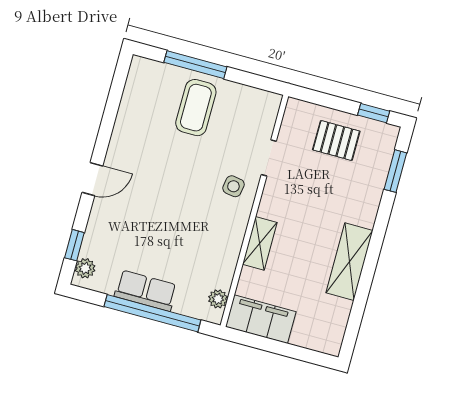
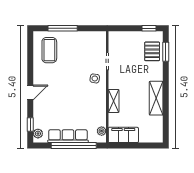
coffee table: (196, 108) -> (49, 50), moved
pallet: (336, 140) -> (152, 51), moved, turned 90
row of seats: (146, 291) -> (68, 136), width x1.48

